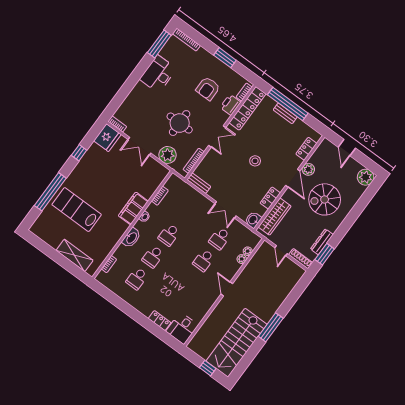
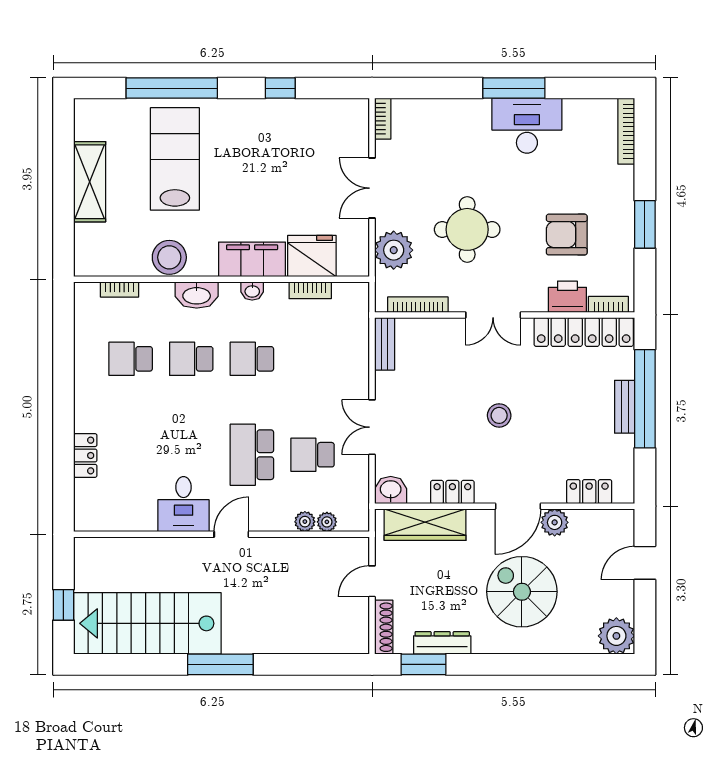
window: (159, 44) -> (514, 88), moved
fridge: (107, 138) -> (312, 256), moved, turned 180
stool: (111, 238) -> (169, 257), added
shelving: (75, 255) -> (90, 182), moved
school desk: (204, 260) -> (252, 455), width x1.85
desk: (182, 328) -> (184, 504), moved, turned -90

